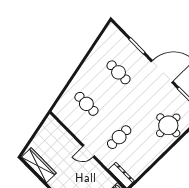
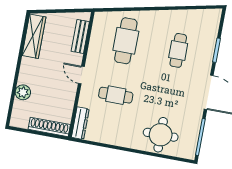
cafe table: (86, 104) -> (126, 41), width x1.37, depth x1.35
bench: (61, 133) -> (80, 36), added

